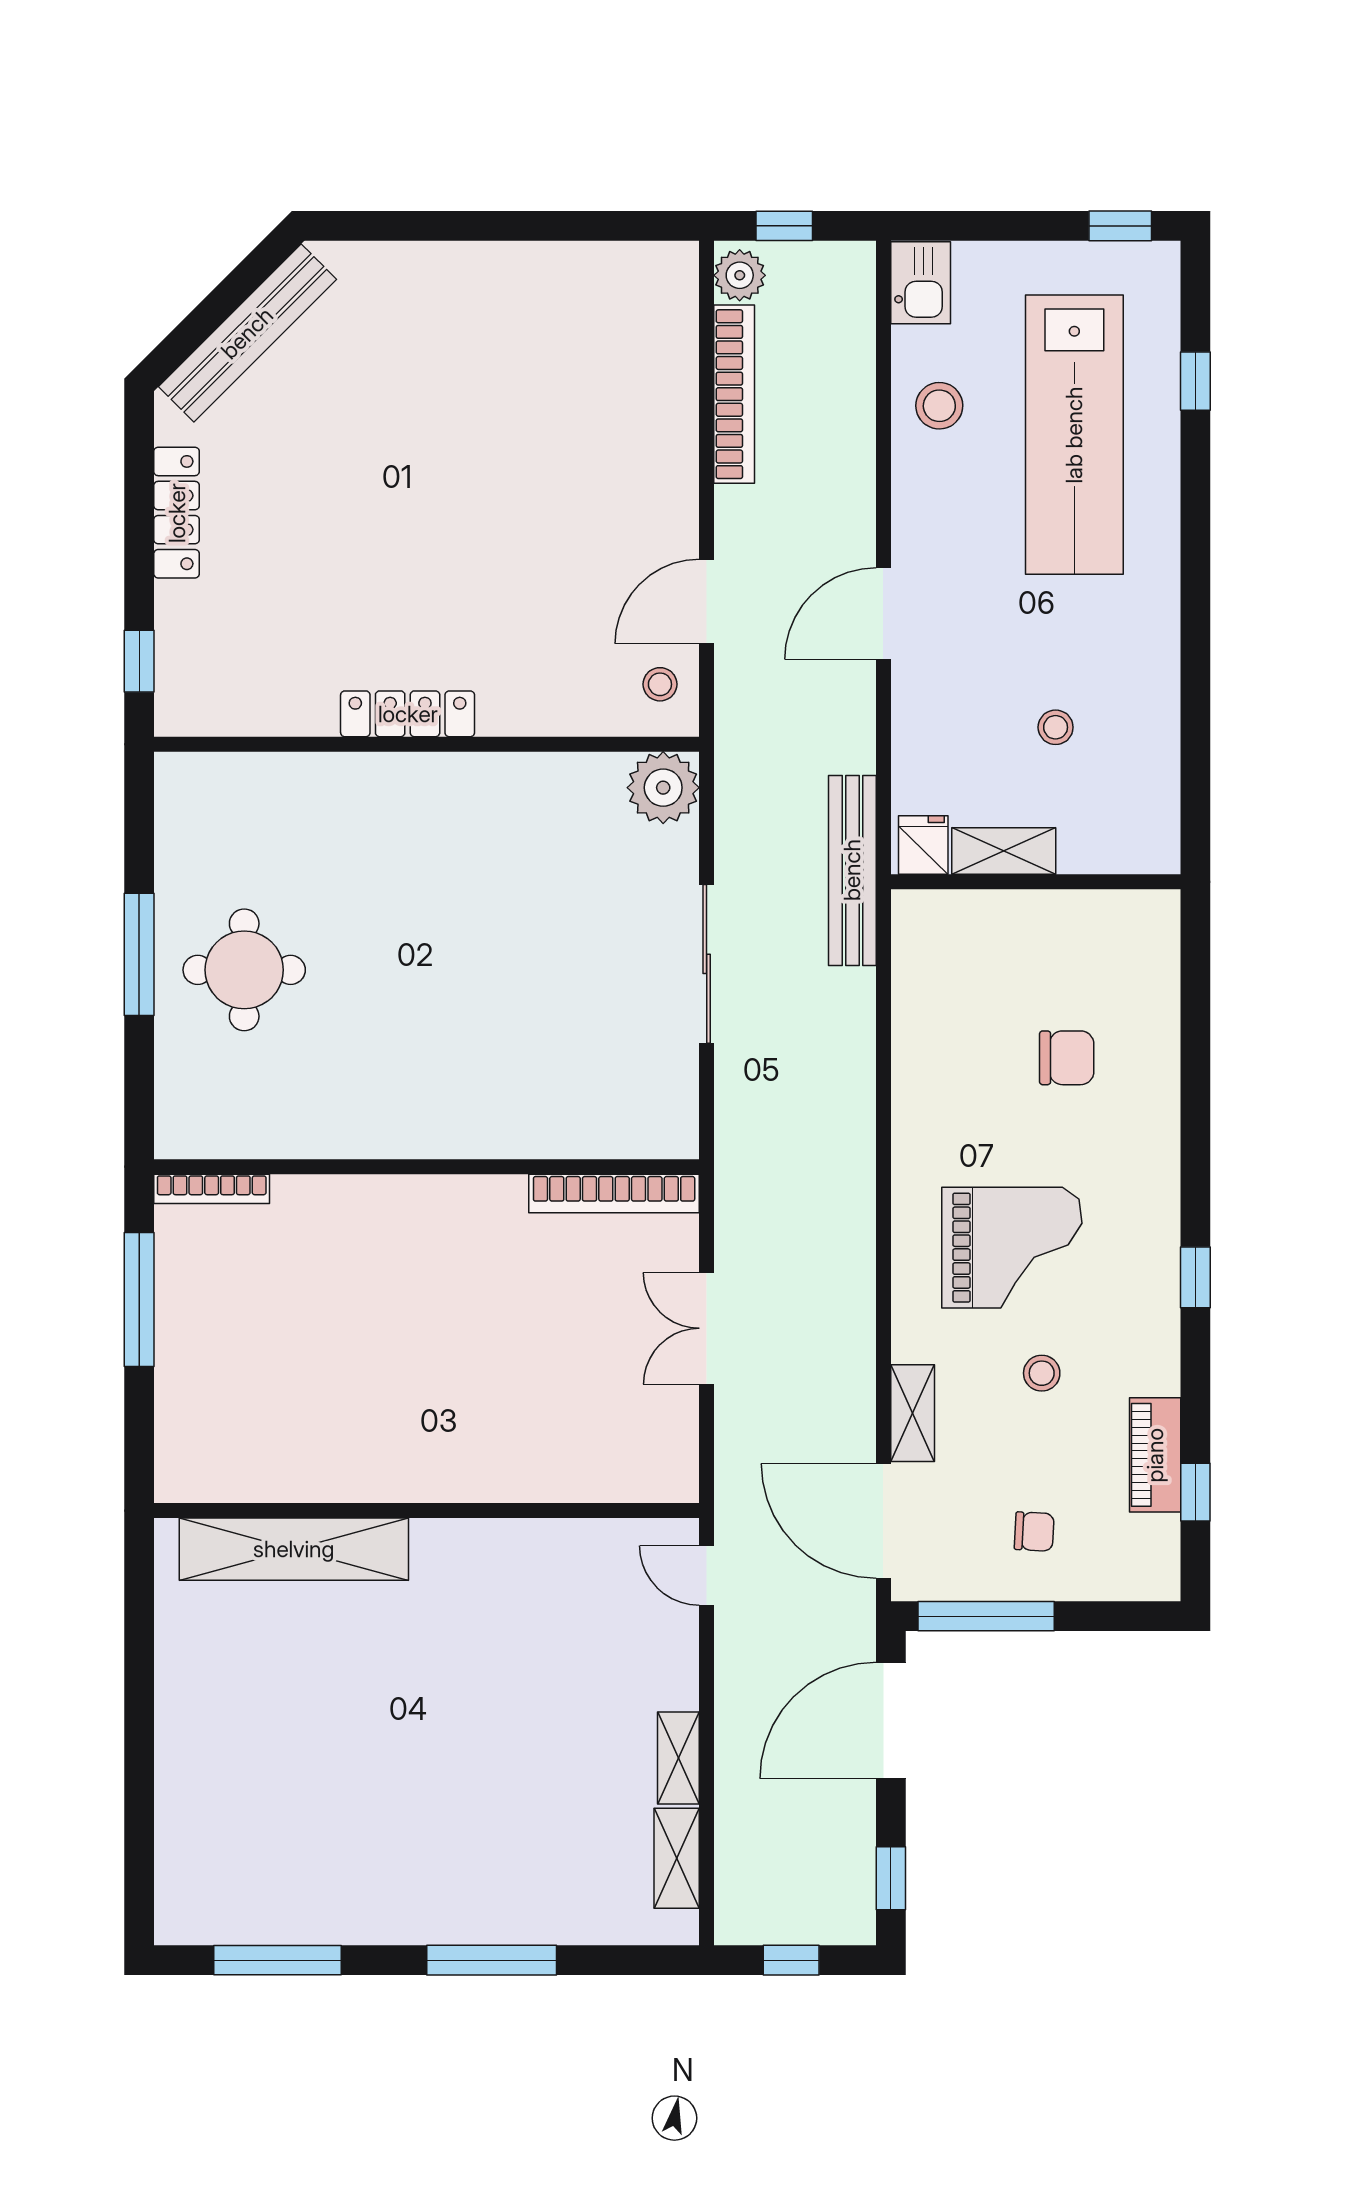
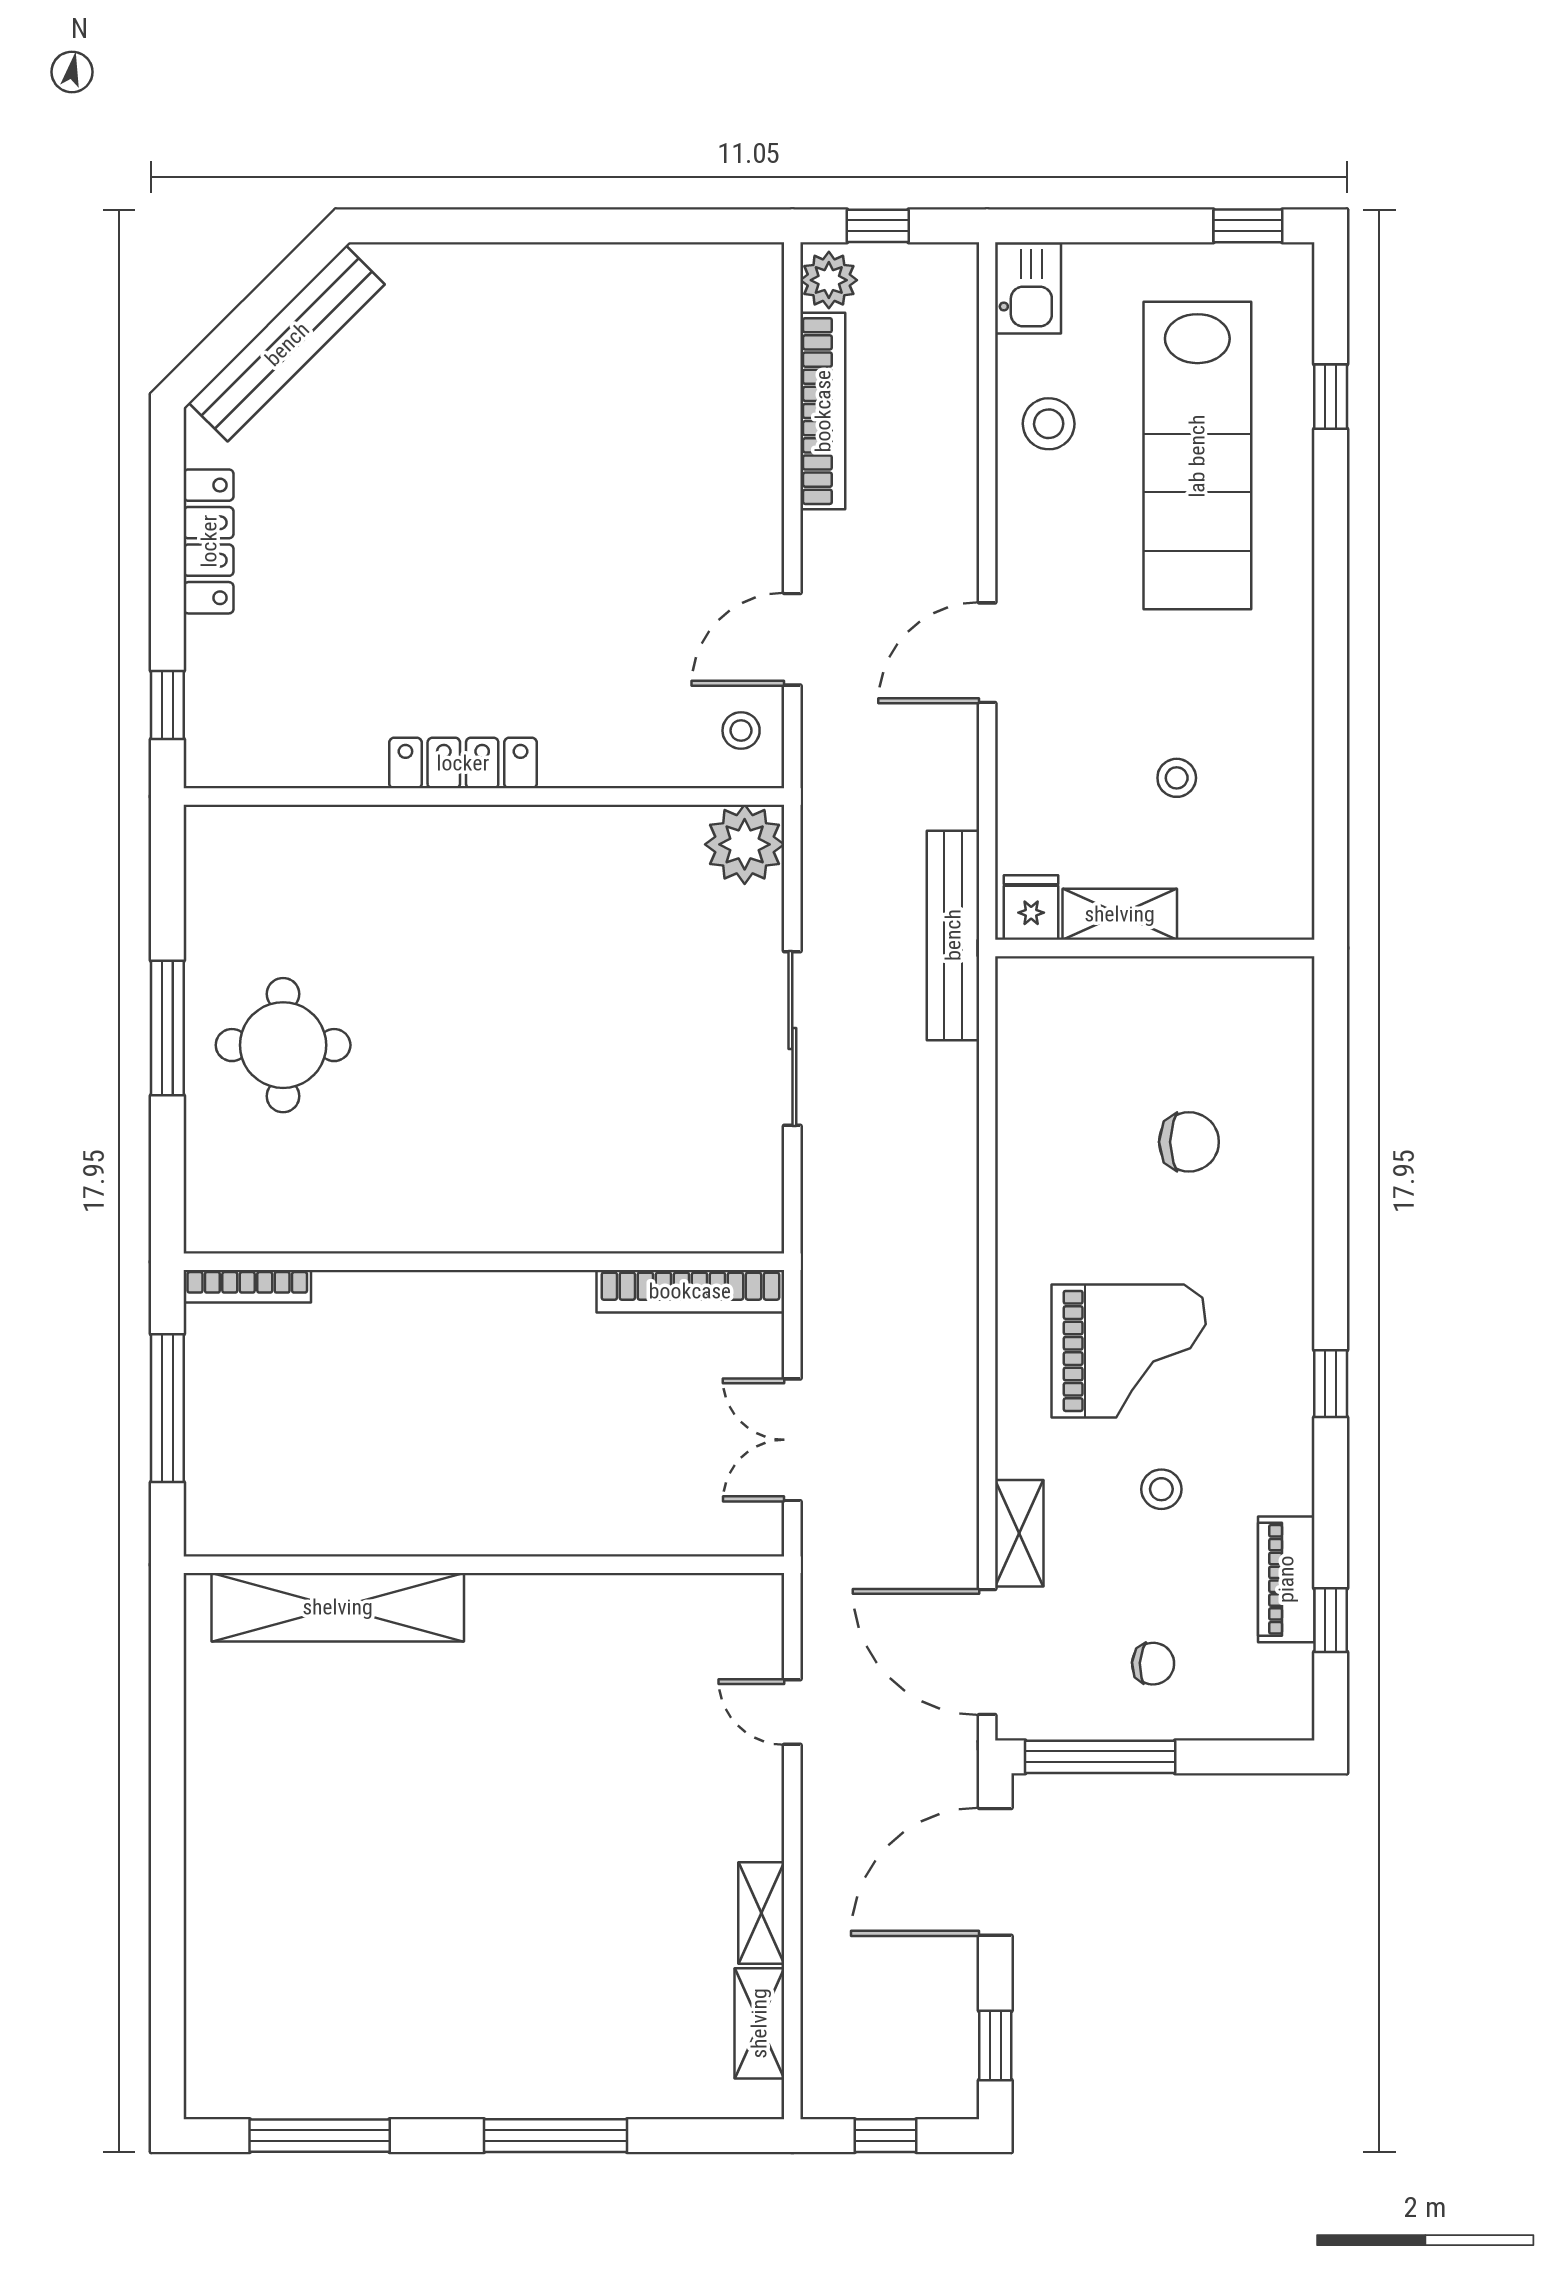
wall: (427, 1511) -> (484, 1565), moved
shelving: (294, 1549) -> (338, 1607), moved

